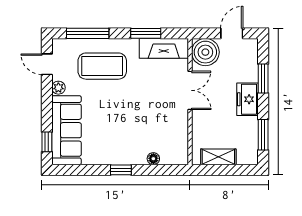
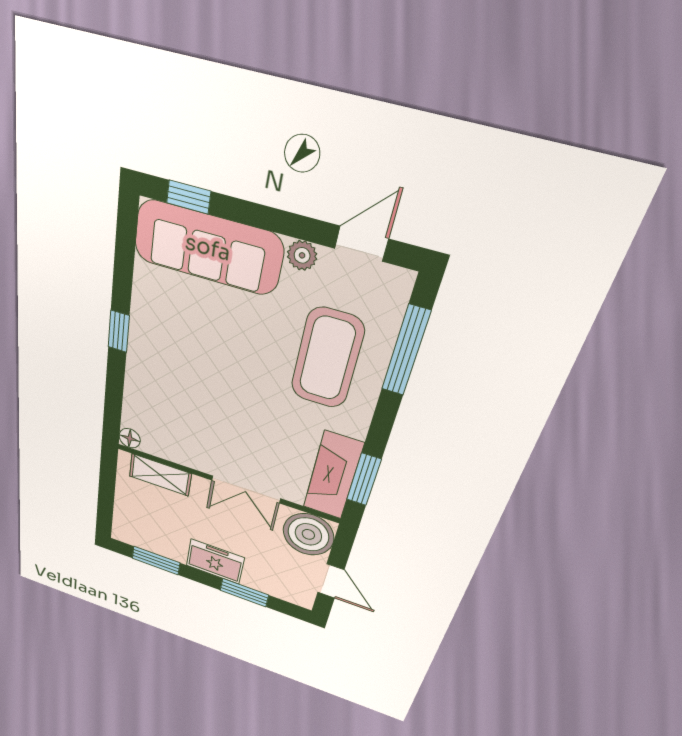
window: (146, 33) -> (364, 480), moved
shelving: (218, 157) -> (160, 475), moved, turned 90
floor lamp: (153, 159) -> (130, 438), moved

